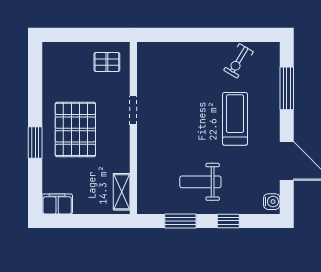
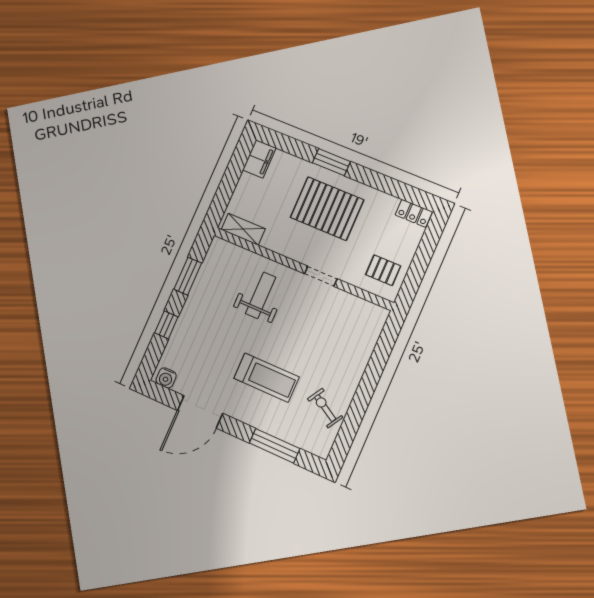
locker: (50, 57) -> (414, 213), added
pallet: (107, 62) -> (383, 270), turned 90
weight bench: (200, 182) -> (261, 295), moved

